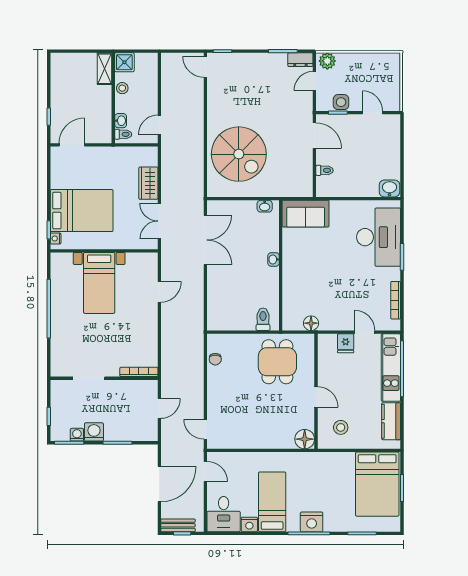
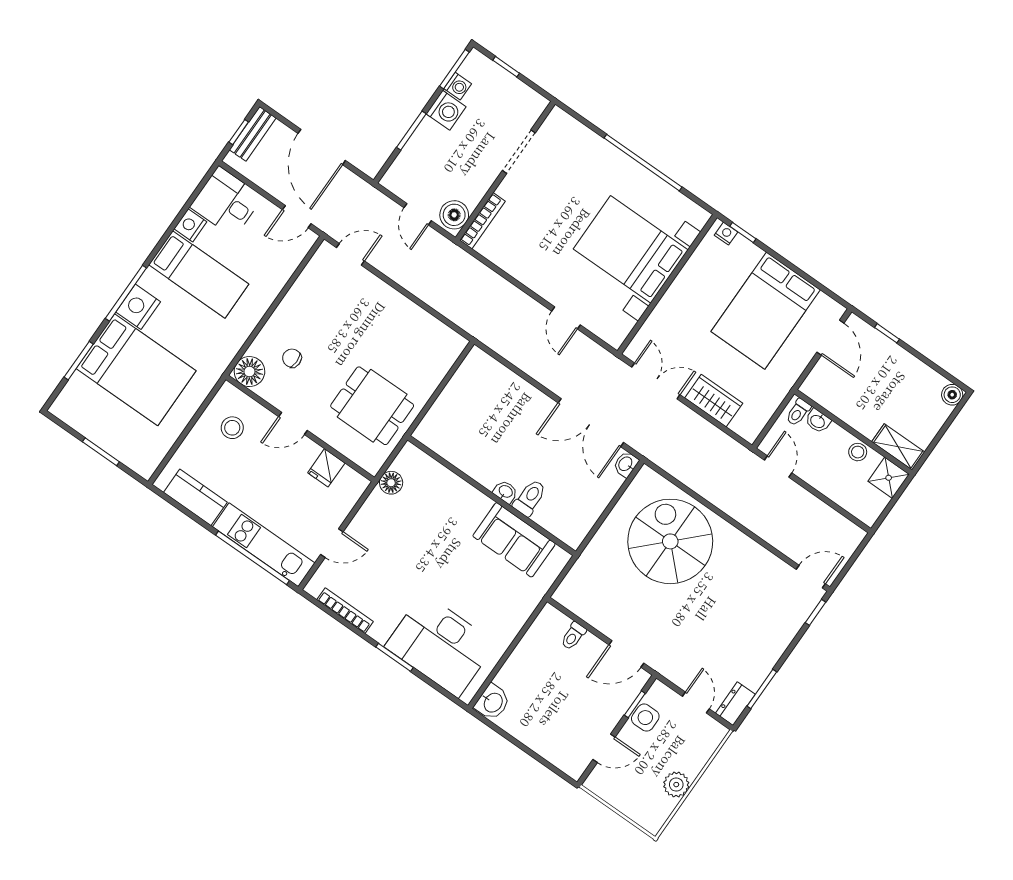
boiler: (57, 59) -> (952, 395), added
plant: (327, 61) -> (676, 785), moved
spiral stairs: (239, 154) -> (670, 541), turned 90
washbasin: (265, 206) -> (626, 464), moved
bed: (82, 211) -> (766, 311), moved
sofa: (306, 214) -> (514, 540), moved, turned -90
bed with nightstands: (99, 283) -> (631, 249), width x1.36
toilet: (263, 319) -> (530, 498), moved, turned -90
fridge: (346, 343) -> (326, 468), moved, turned -90
chair: (215, 359) -> (292, 358), moved
boiler: (146, 389) -> (454, 215), added
bed: (377, 484) -> (136, 370), moved, turned 180

